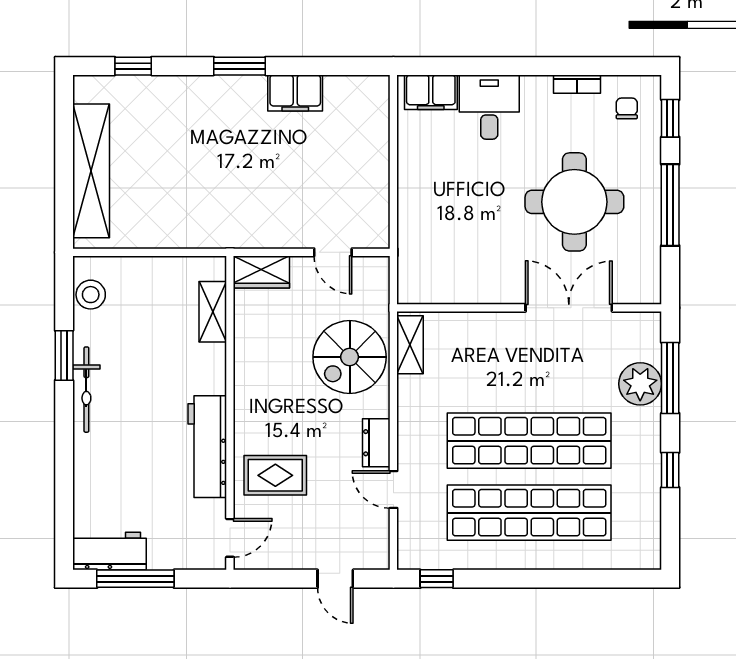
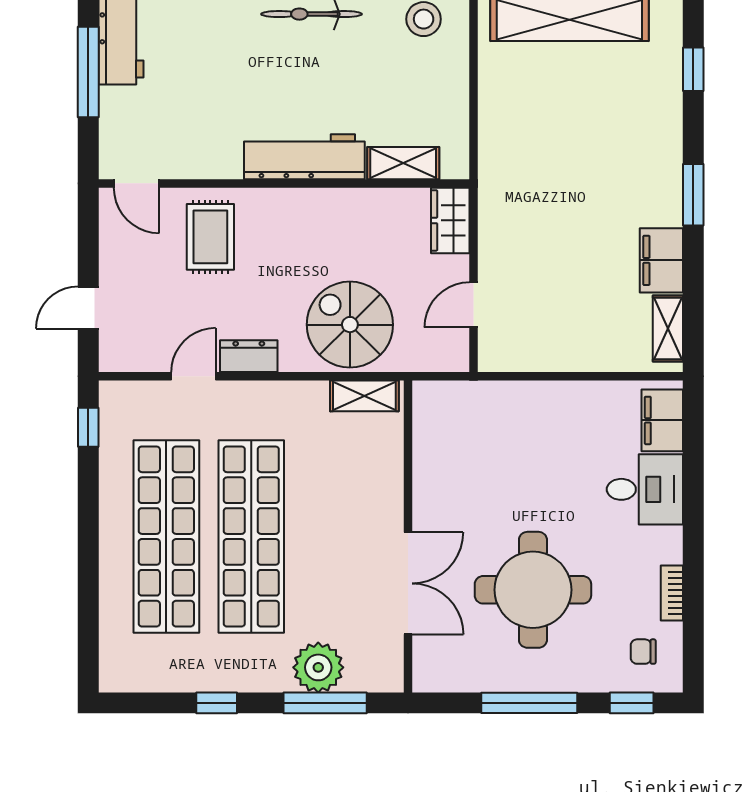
shelving: (353, 87) -> (668, 328), added
chair: (627, 108) -> (643, 652), turned 180
workbench: (207, 447) -> (304, 157), moved

